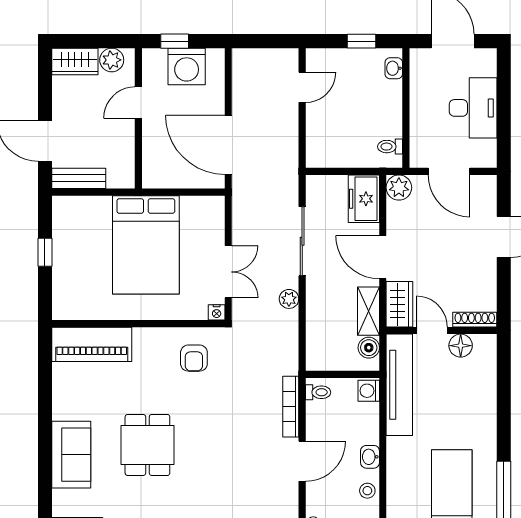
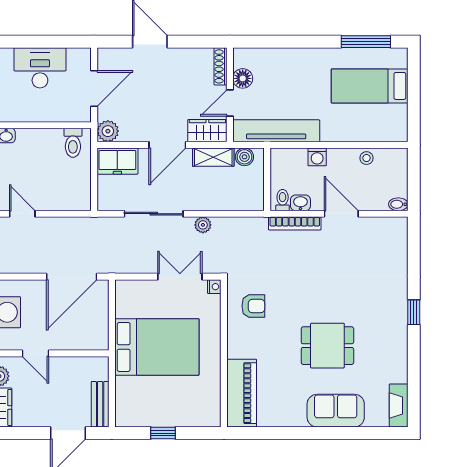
toilet: (390, 147) -> (73, 143), width x1.37, depth x1.39
washing machine: (369, 391) -> (317, 157), moved
washbasin: (370, 457) -> (300, 203), moved, turned 180

